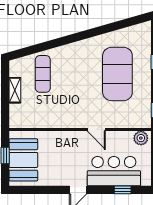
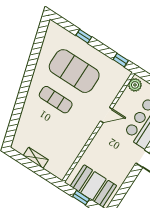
exercise mat: (43, 74) -> (56, 100), moved

